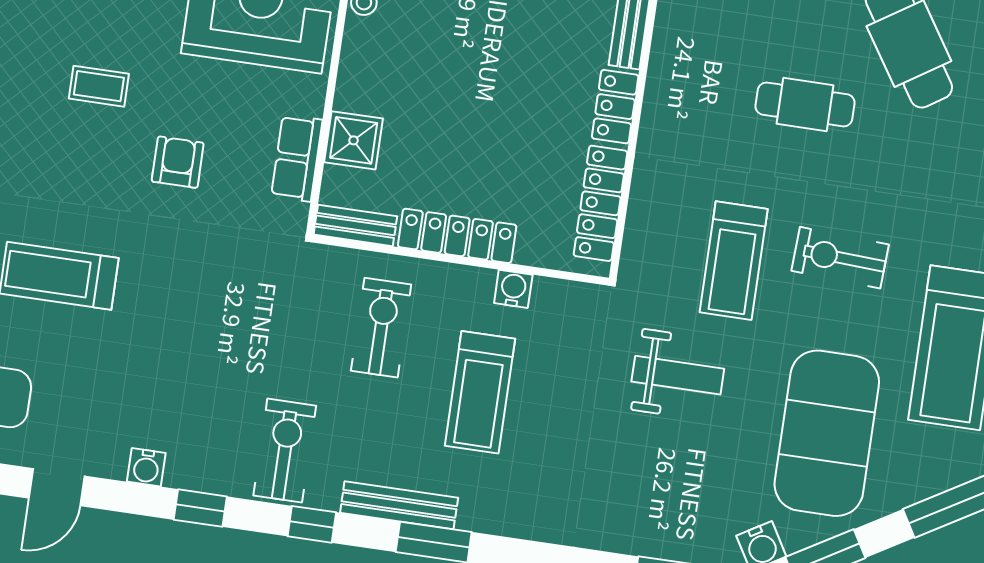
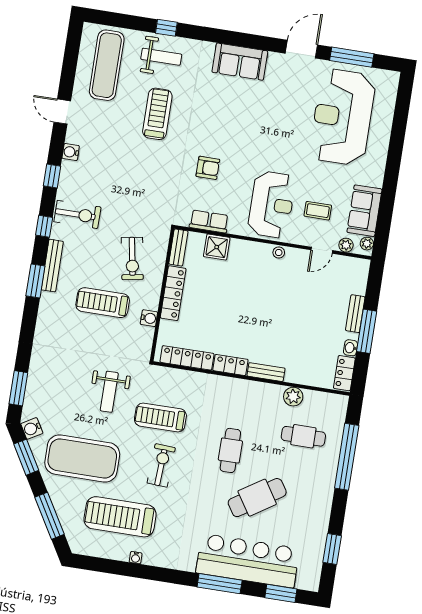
coffee table: (99, 86) -> (242, 133), removed
exercise bike: (381, 328) -> (132, 258), turned 80

